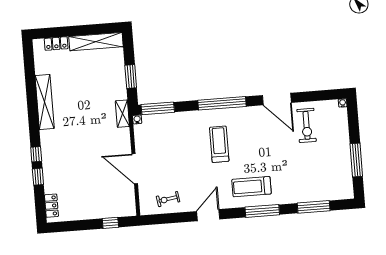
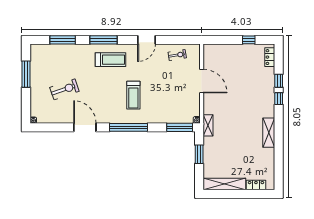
shelving: (45, 102) -> (269, 133), width x0.68
exercise bike: (307, 125) -> (64, 89), moved, turned 71
window: (110, 223) -> (249, 40), moved

